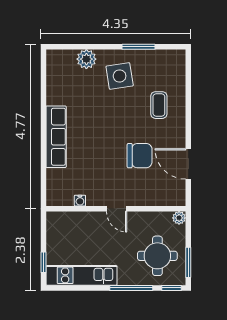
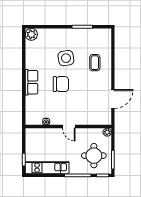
plant: (86, 59) -> (31, 34), moved
side table: (120, 76) -> (66, 58), moved
row of seats: (56, 137) -> (31, 82), width x0.68
chair: (140, 156) -> (61, 84), moved
door: (188, 164) -> (113, 99), swing flipped

